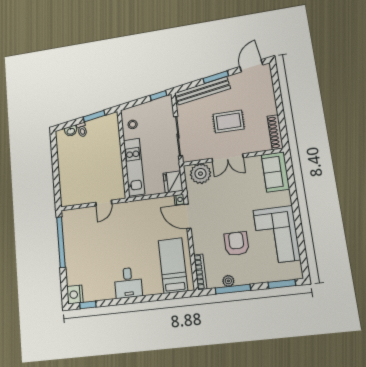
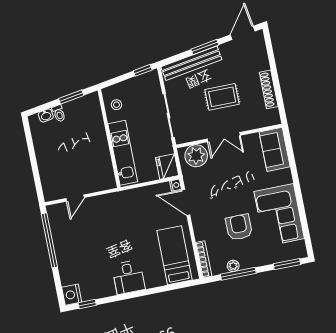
shoe rack: (275, 132) -> (269, 89), moved
door: (104, 203) -> (75, 198), moved

